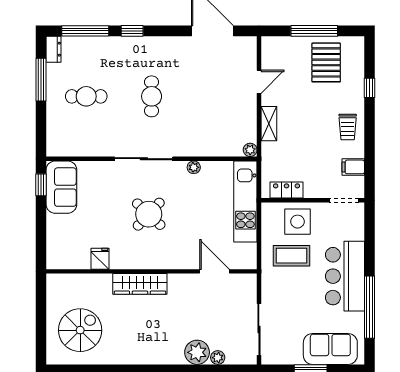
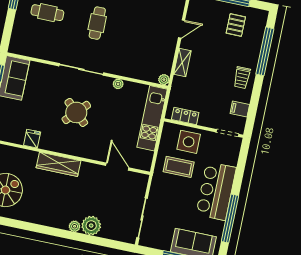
pallet: (326, 62) -> (236, 25), width x0.67, depth x0.71
window: (370, 88) -> (265, 51), width x3.17
plant: (218, 358) -> (75, 226), moved

